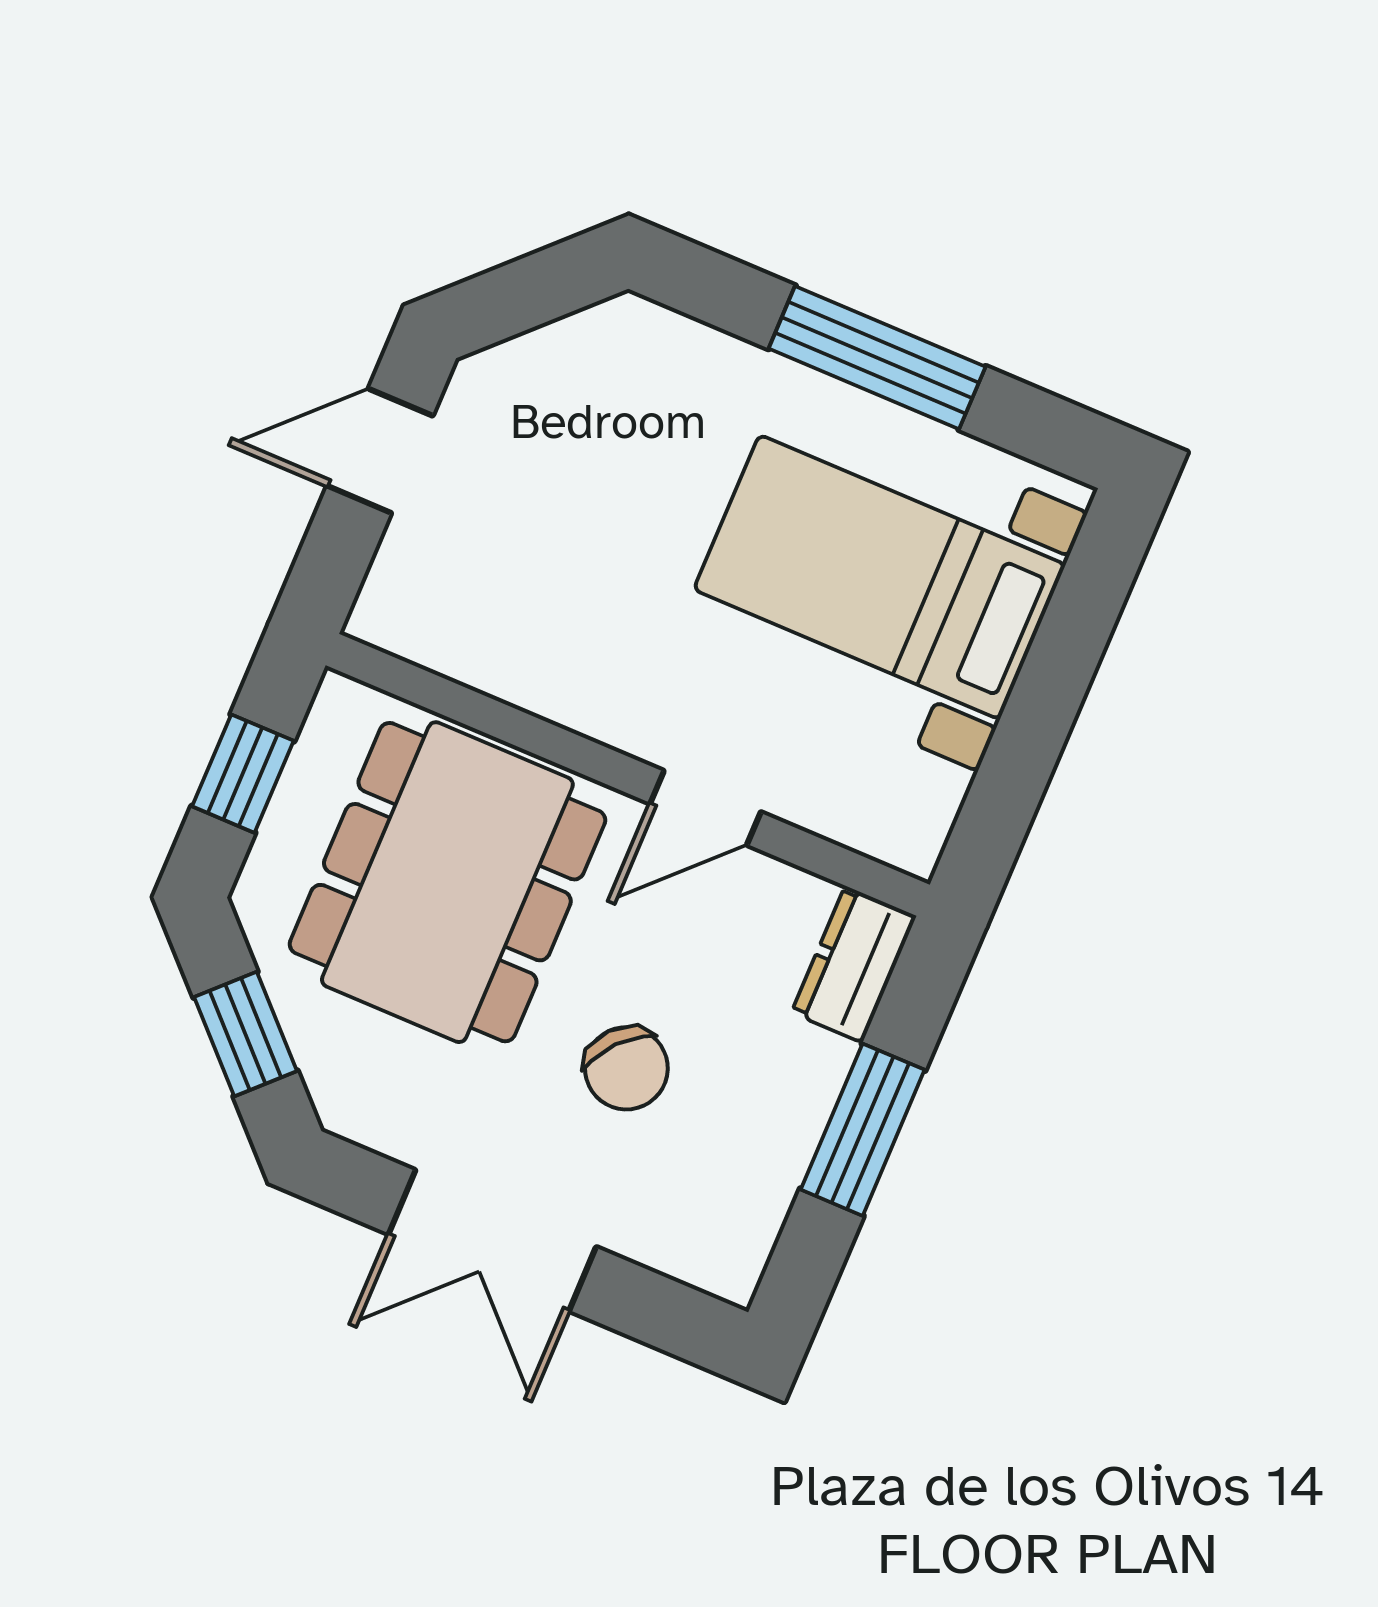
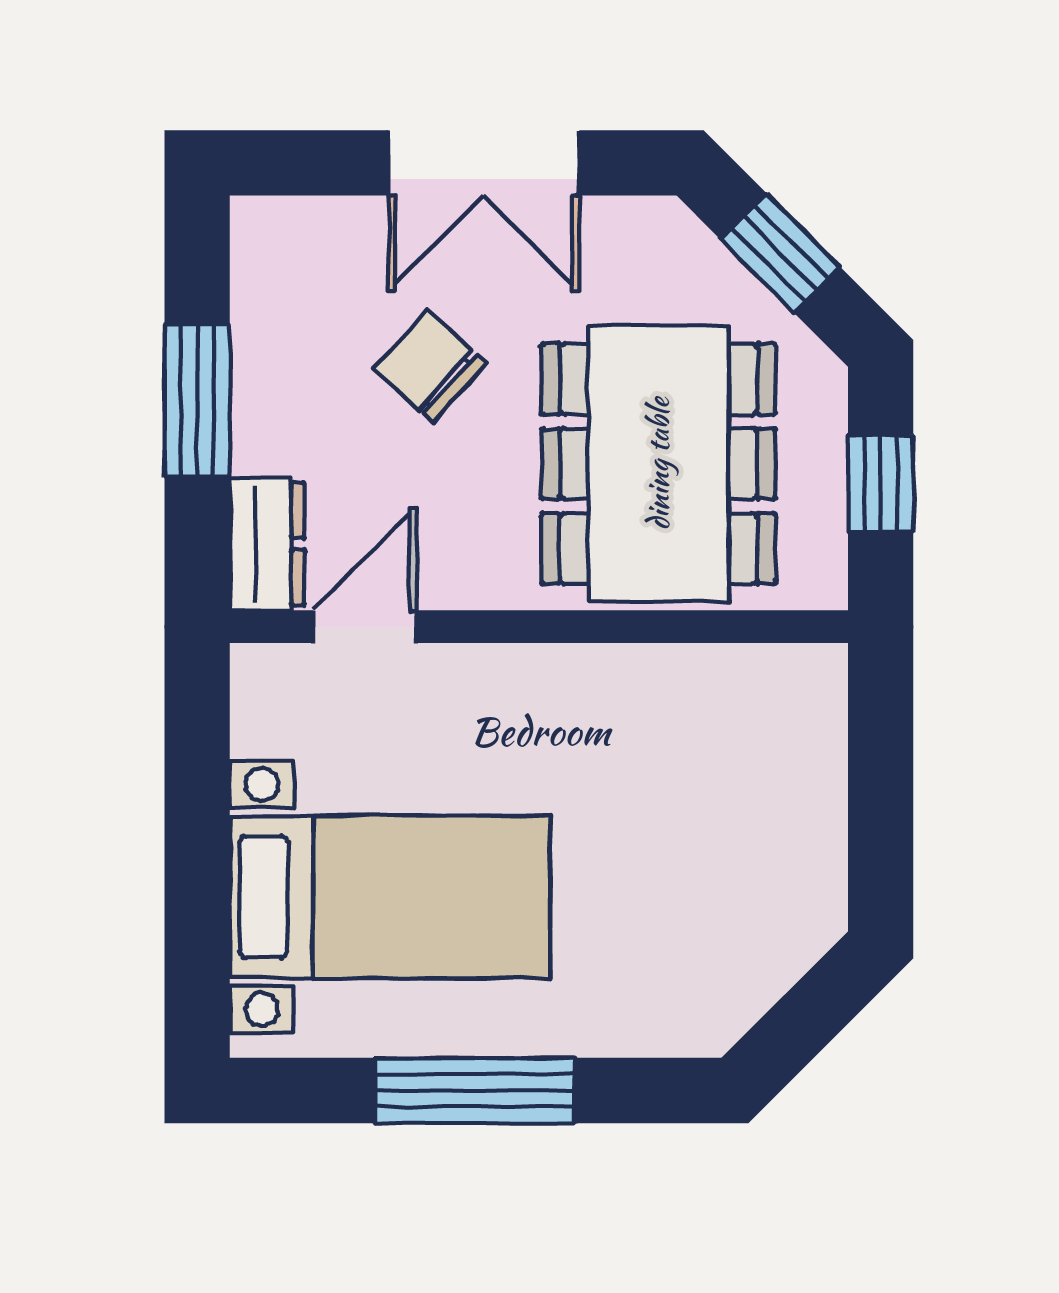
door: (380, 451) -> (881, 821), removed
door: (705, 808) -> (365, 627), moved
double door: (492, 1241) -> (484, 163), swing flipped

